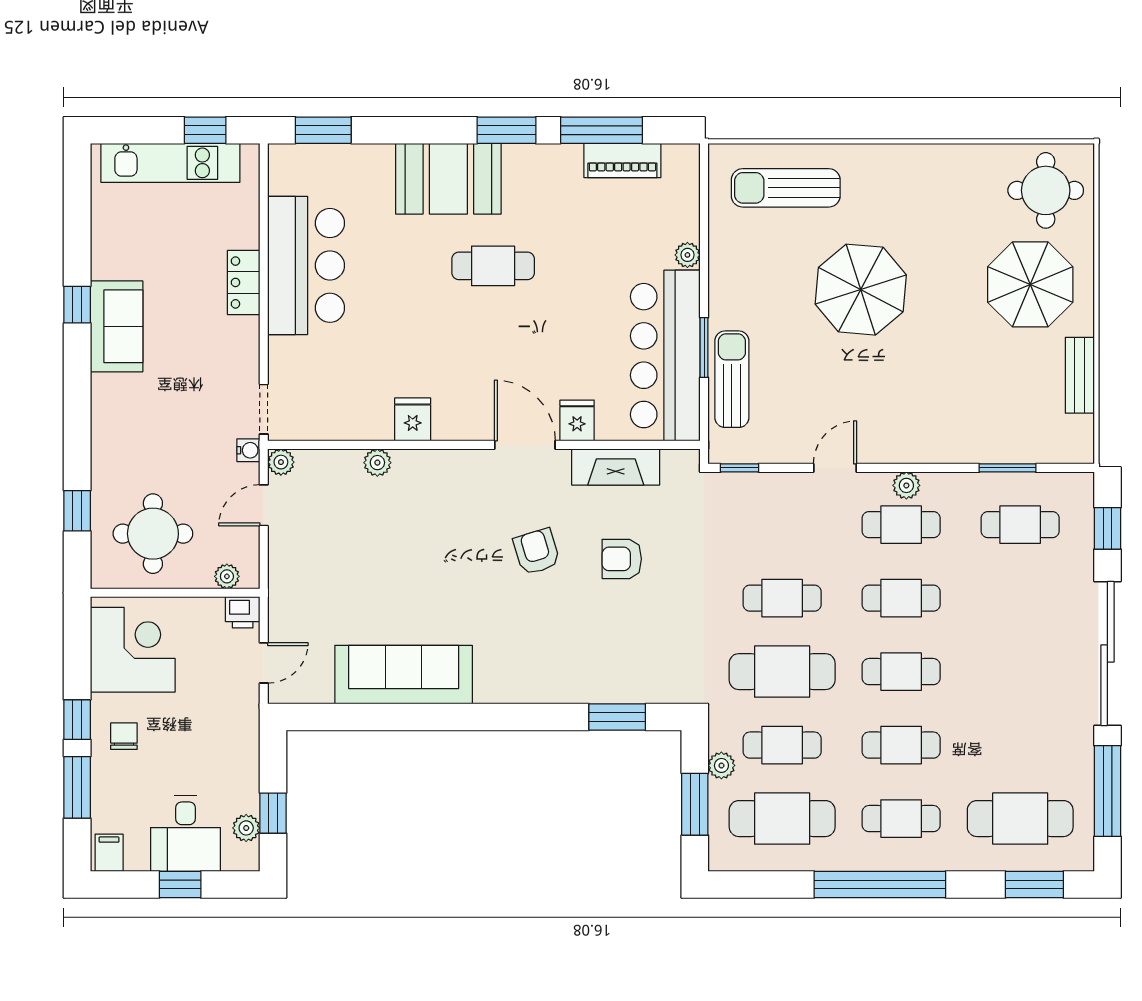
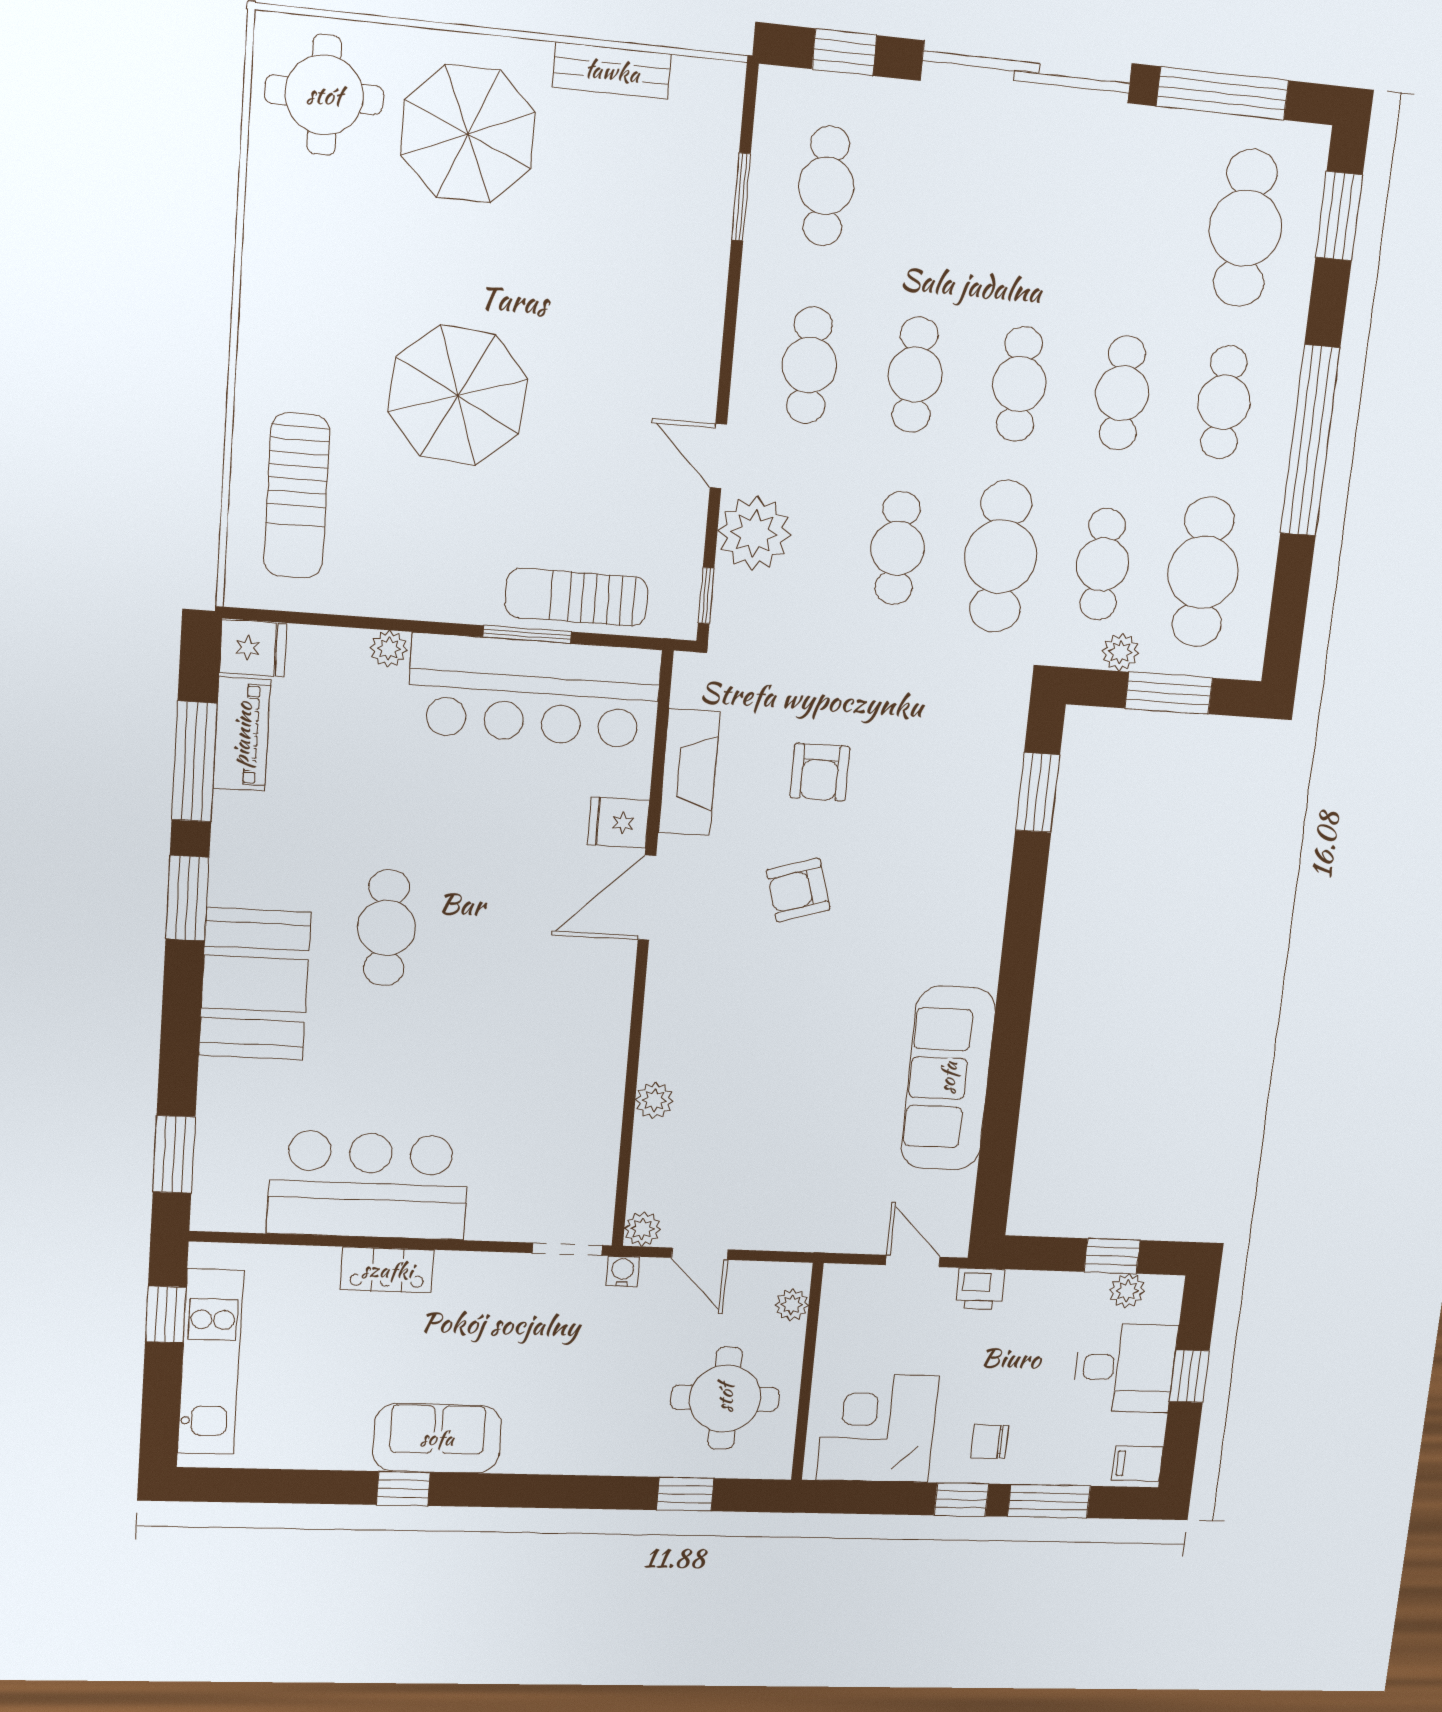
fridge: (413, 419) -> (253, 648), moved, turned 180
plant: (906, 485) -> (754, 533), moved, width x1.88, depth x1.88
printer: (243, 612) -> (980, 1289), moved, turned 90

